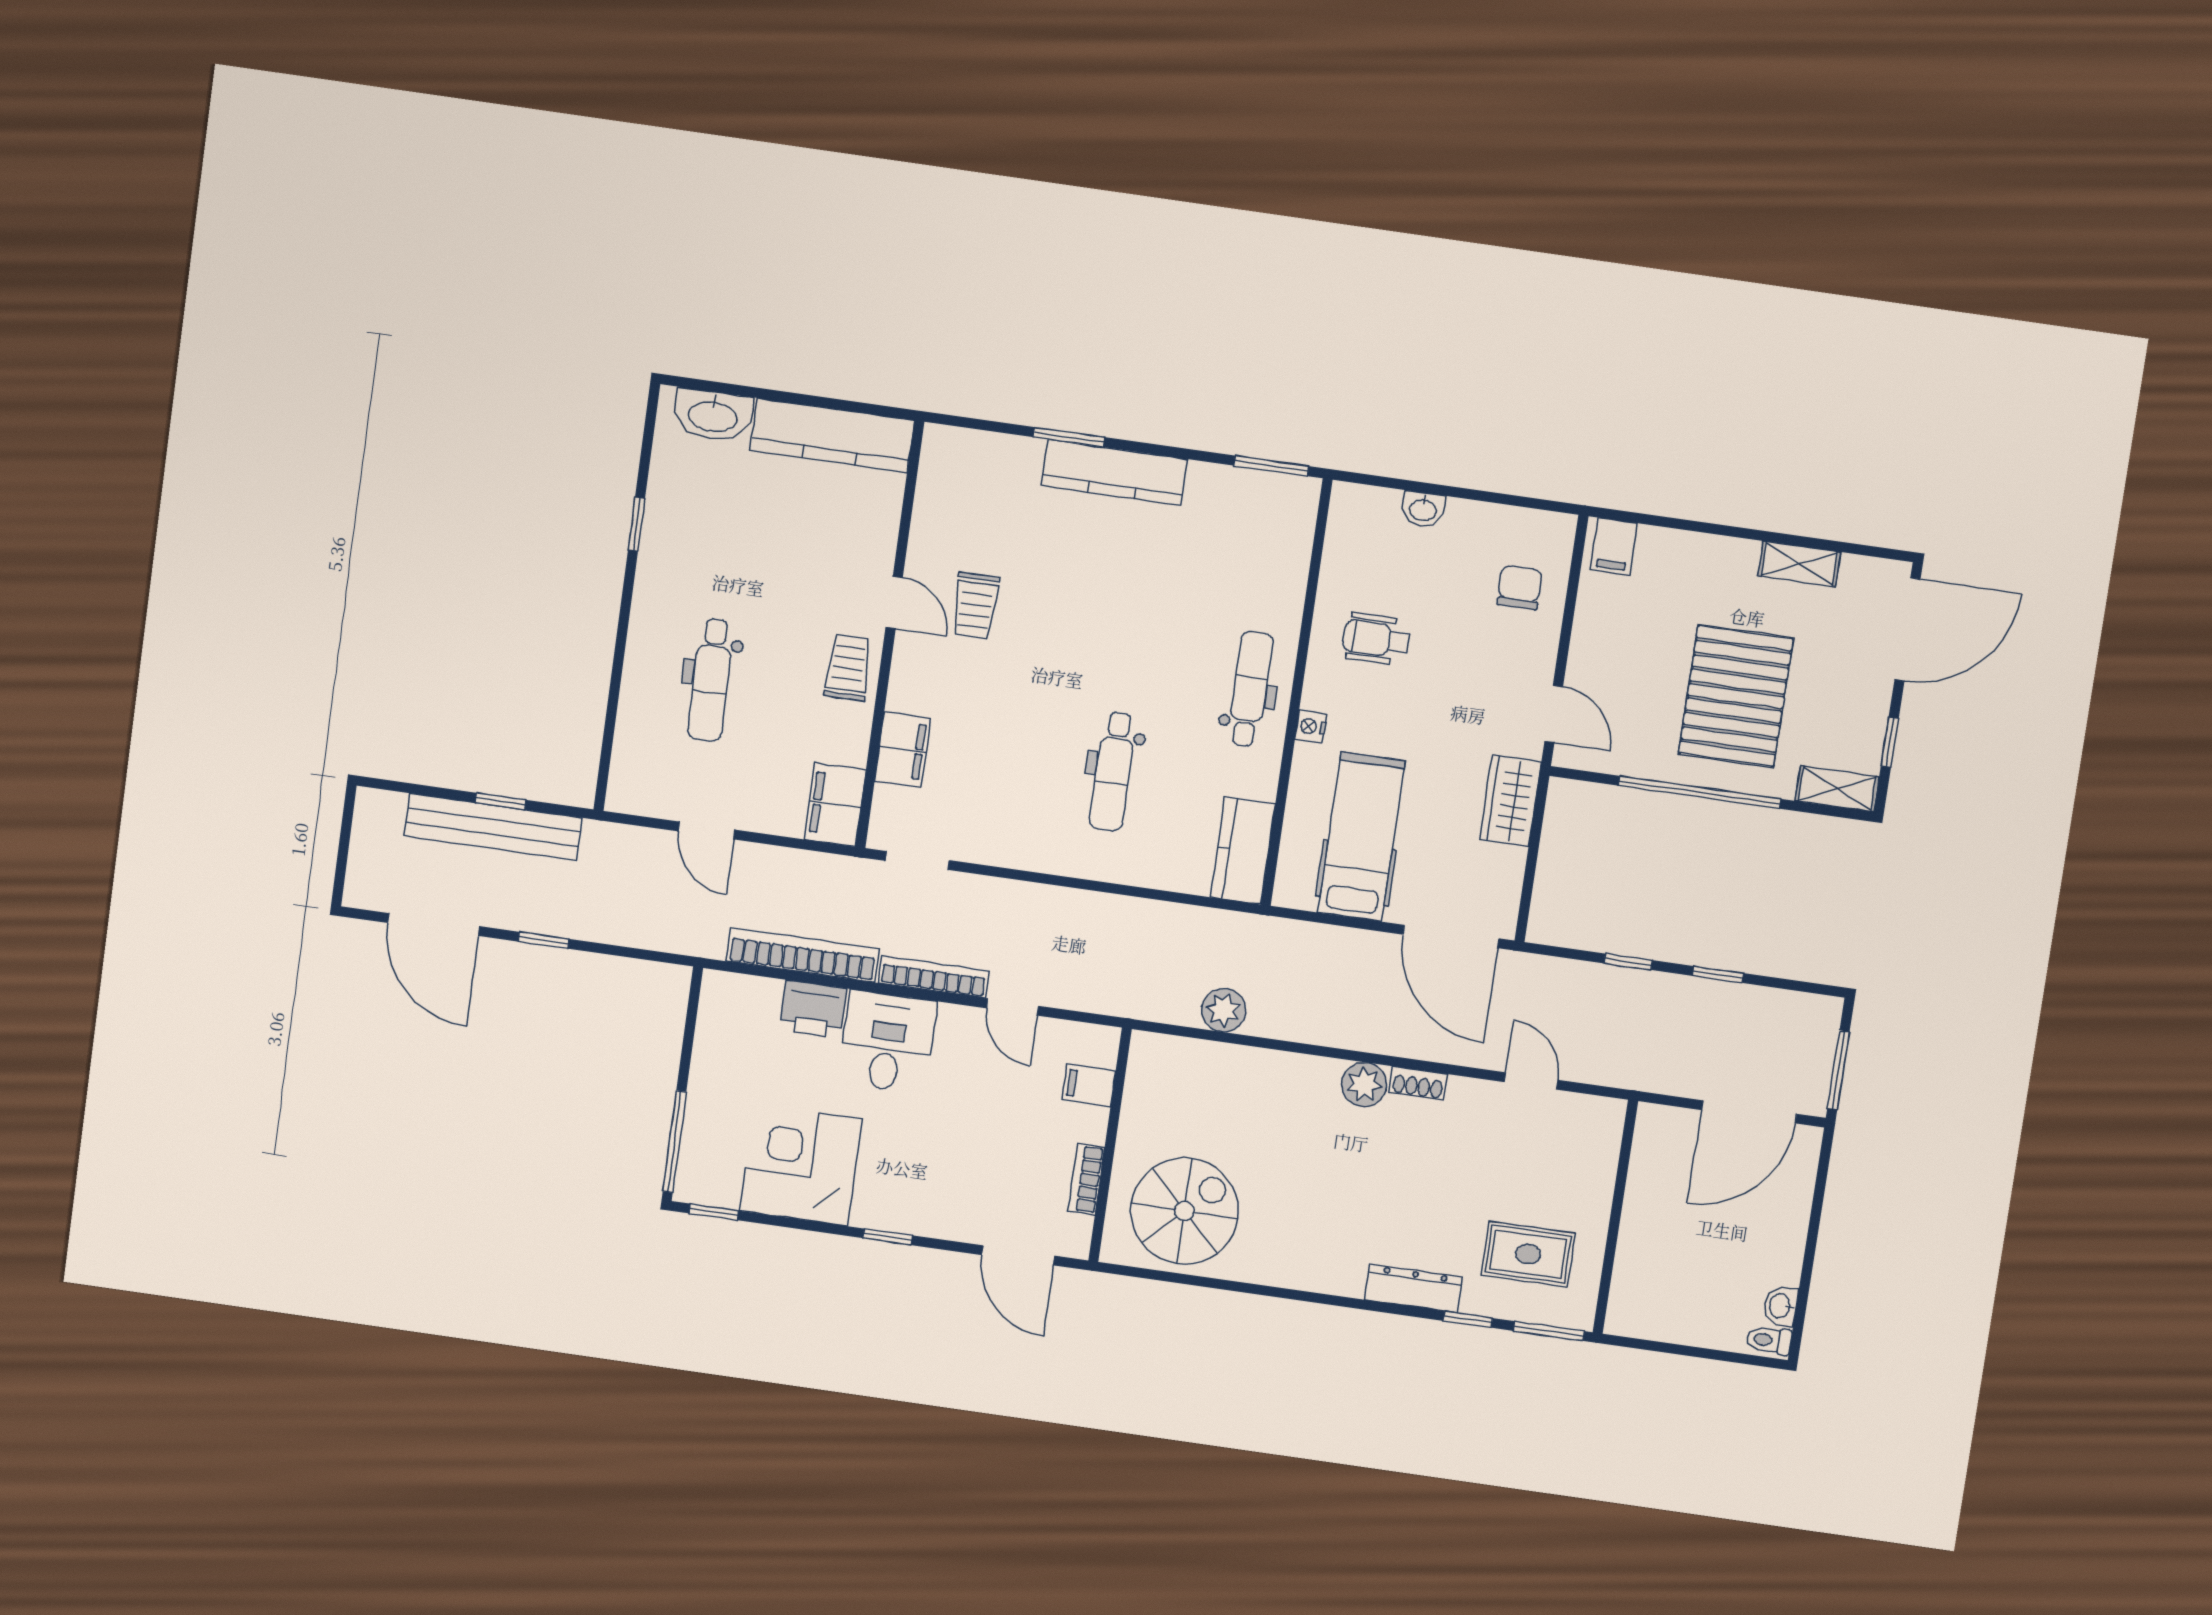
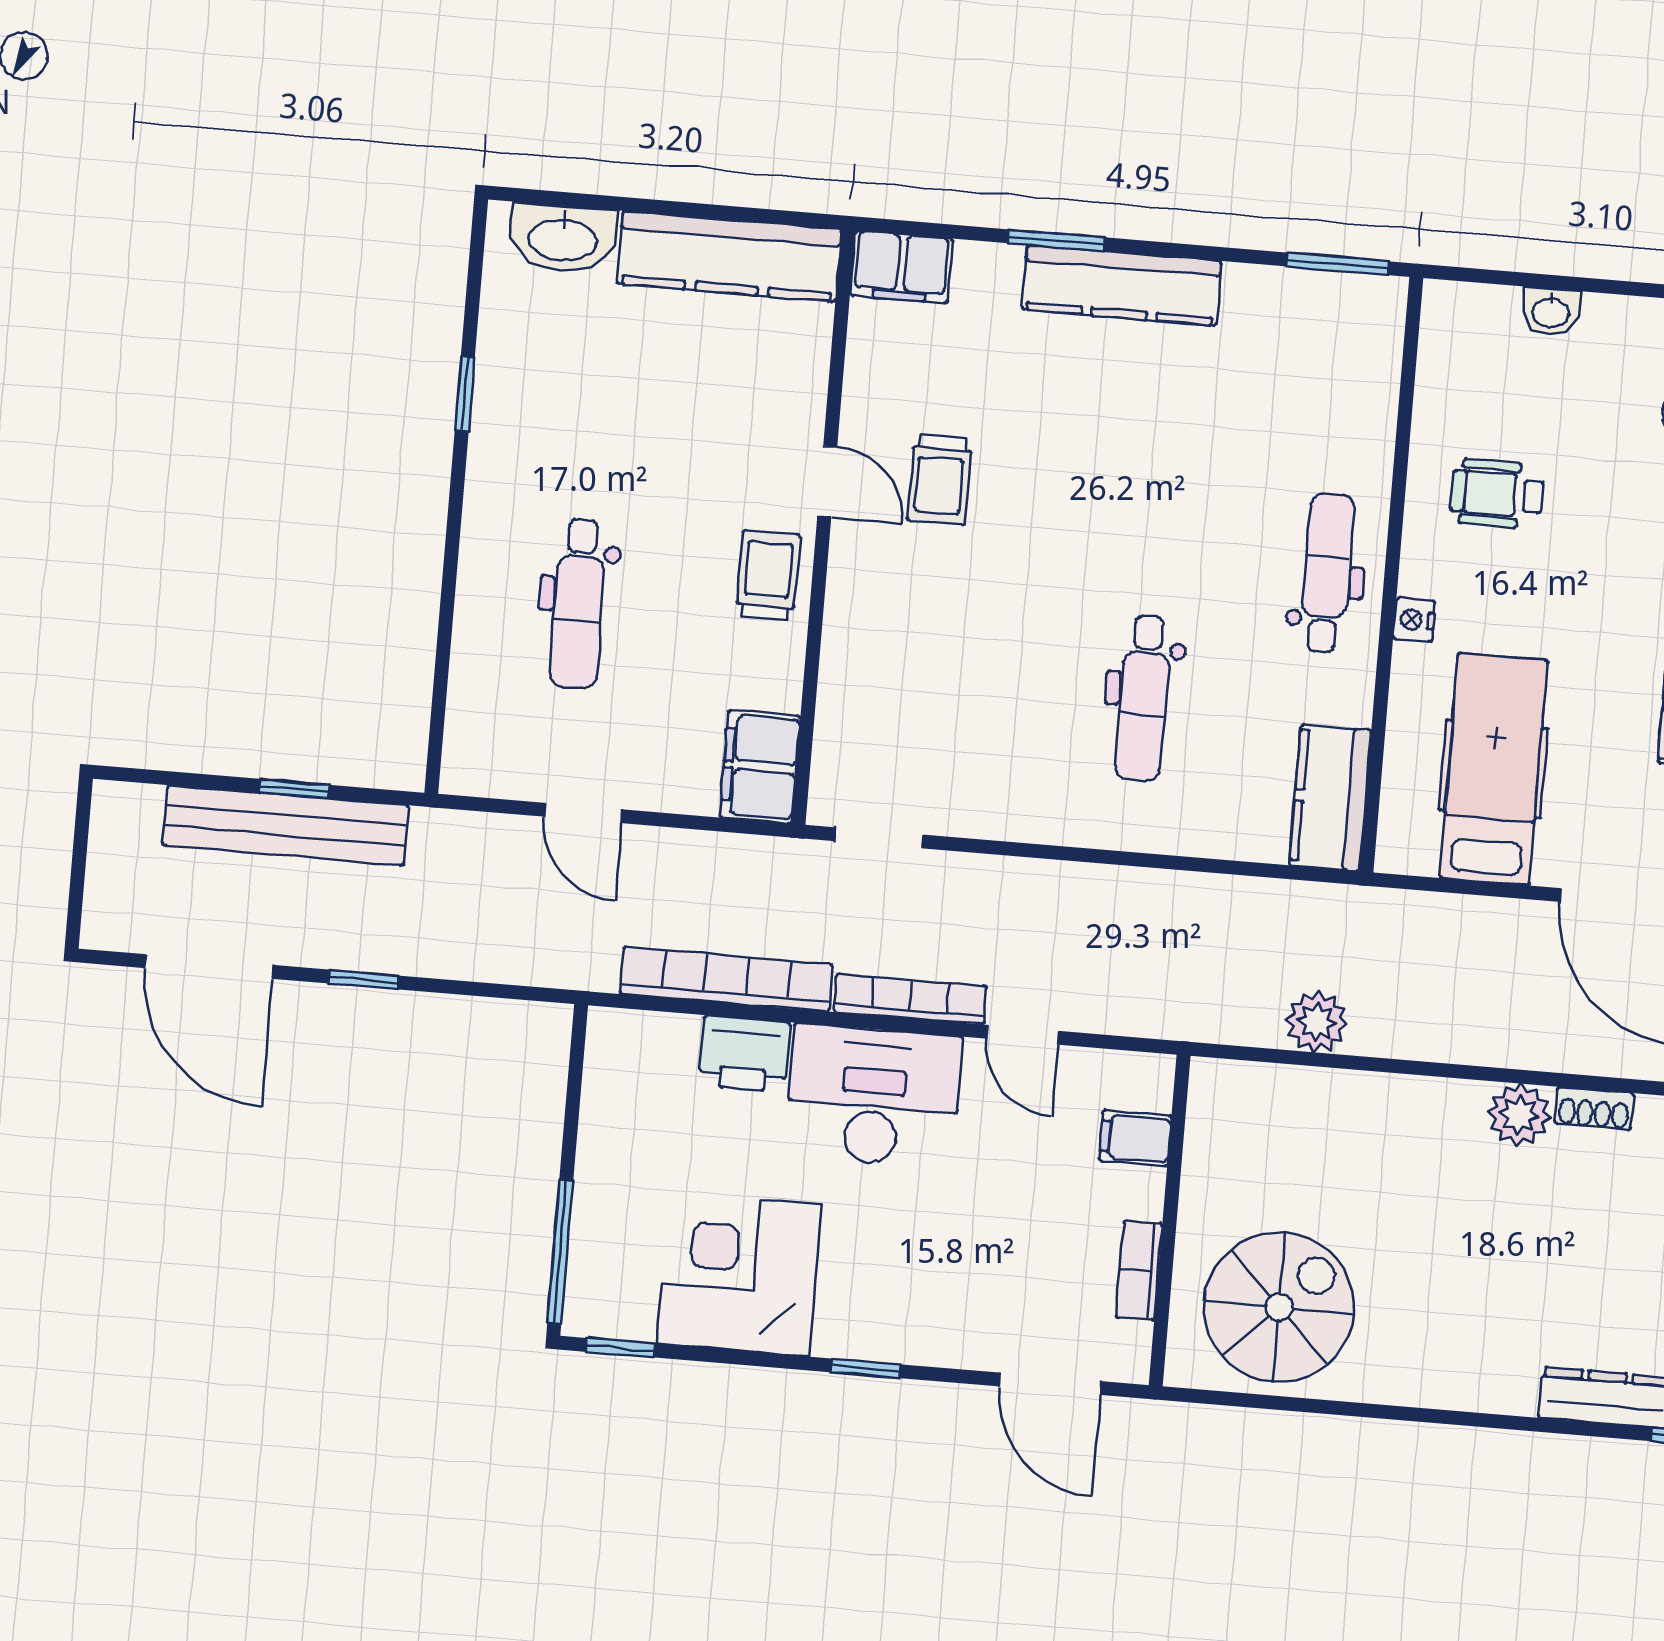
filing cabinet: (903, 750) -> (901, 267), moved, turned 90
desk: (887, 1042) -> (873, 1096), width x1.37

